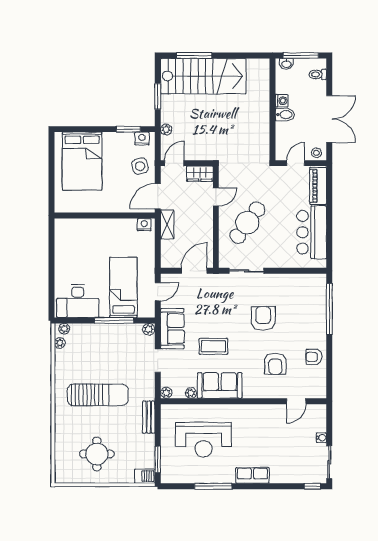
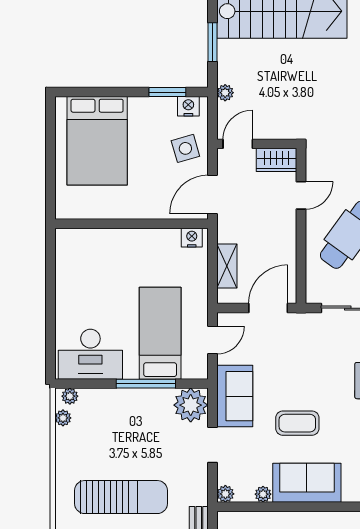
shelving: (167, 224) -> (227, 266), moved
plant: (149, 329) -> (191, 405), width x1.87, depth x1.87

